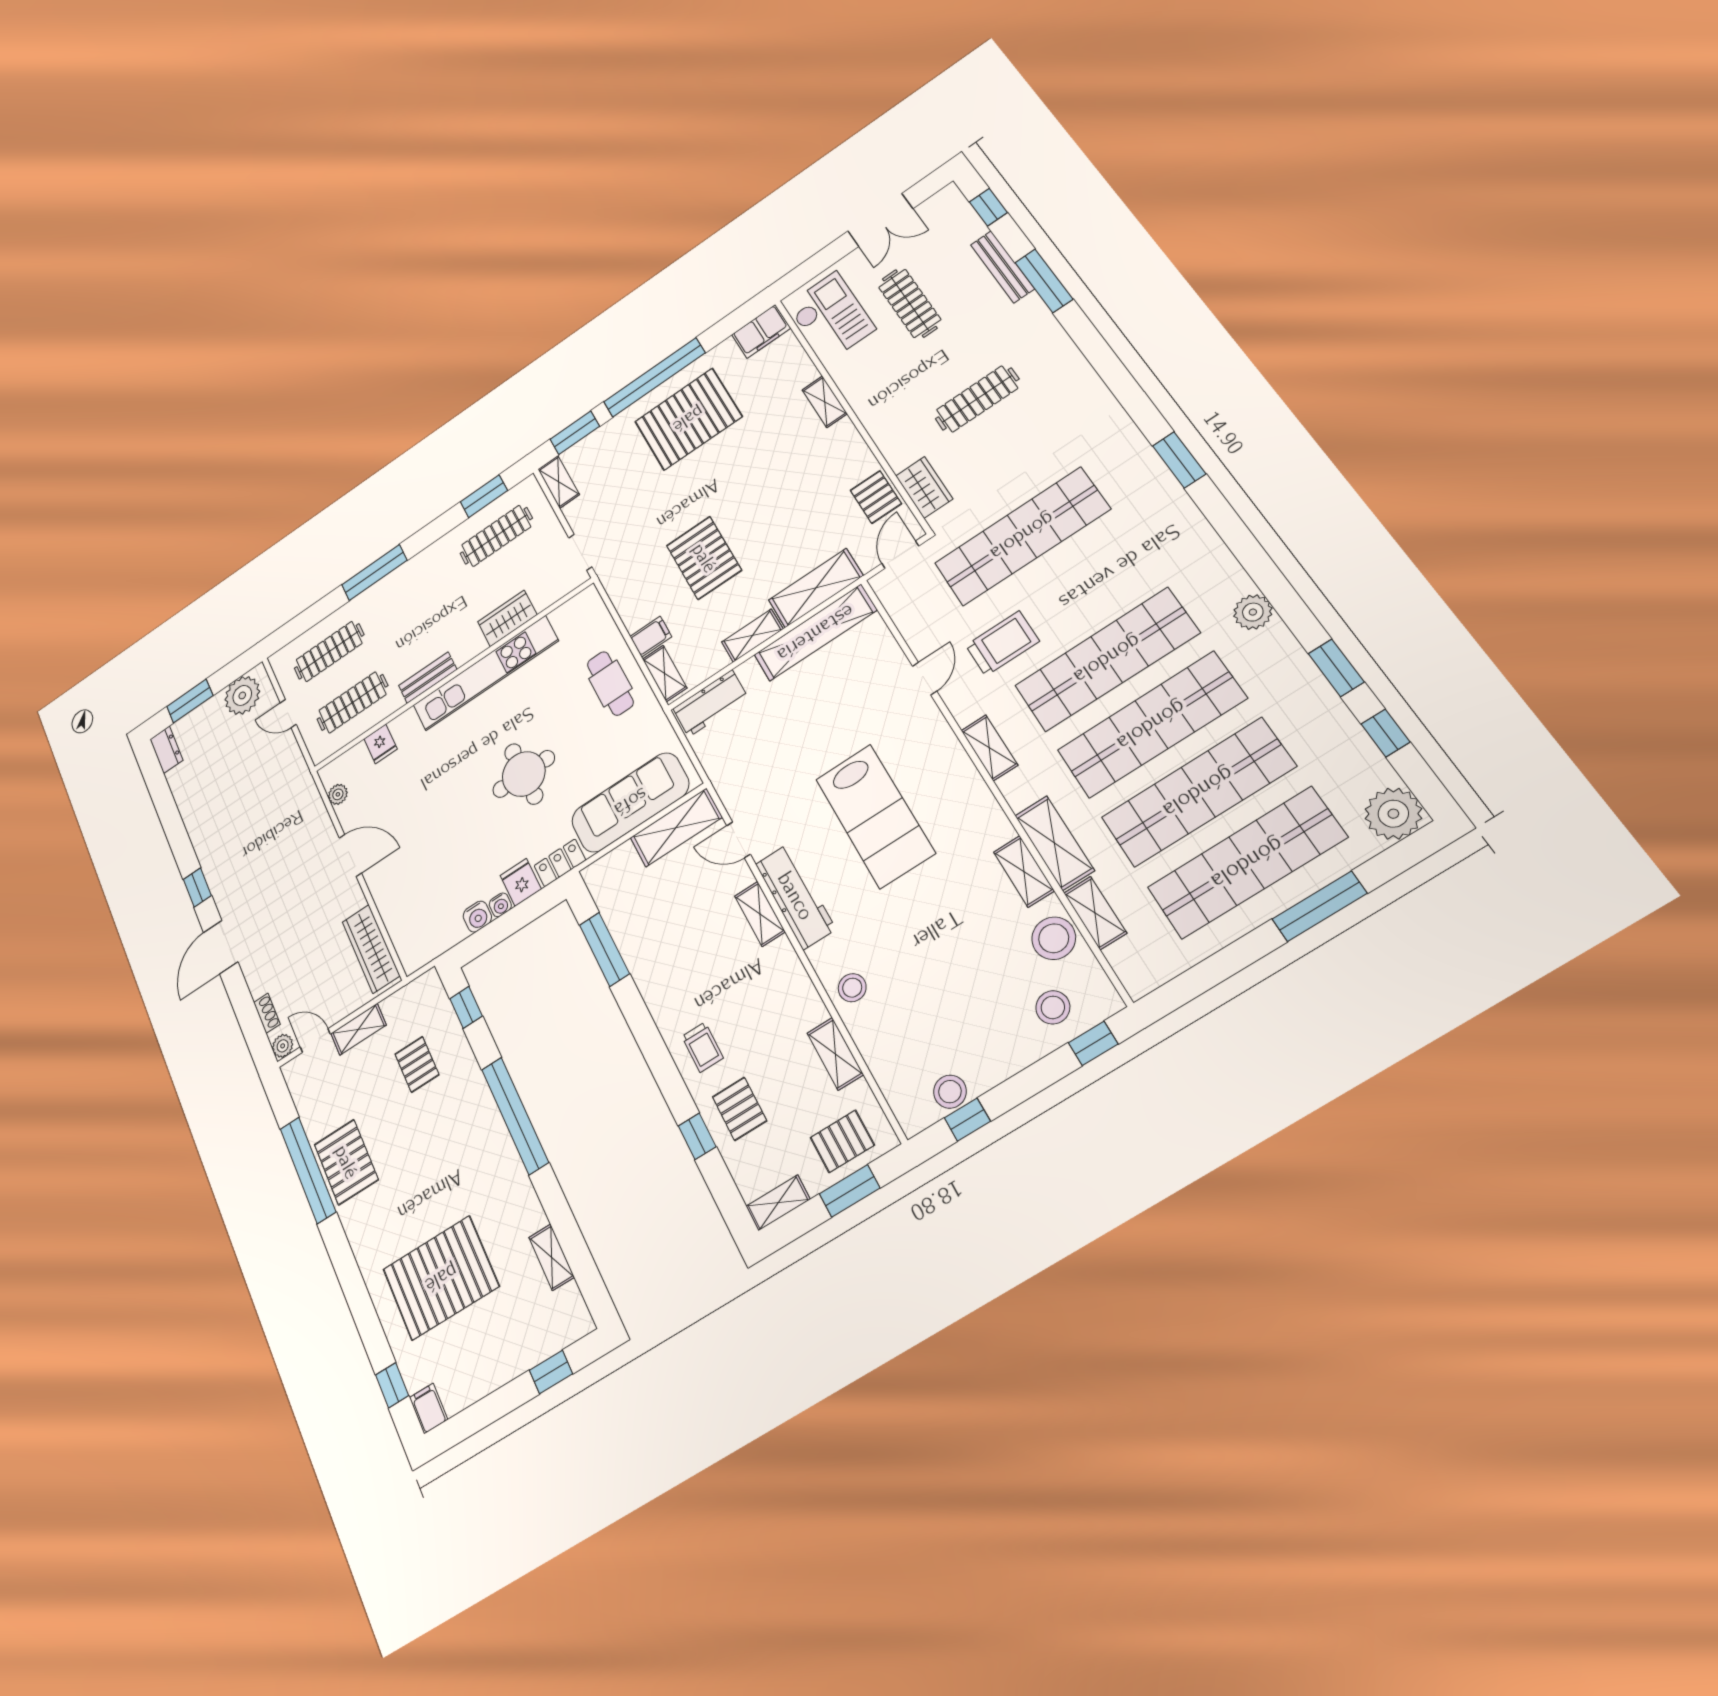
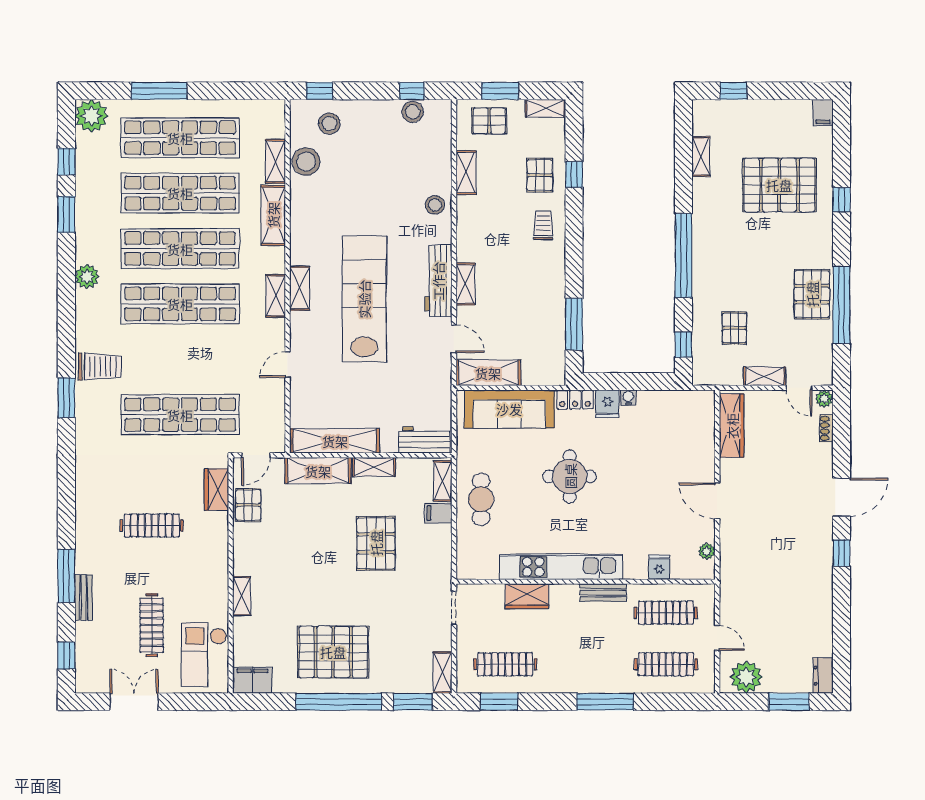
bench: (1002, 267) -> (84, 597), width x0.73
trolley: (1002, 643) -> (100, 367), moved, turned 180
lab bench: (875, 816) -> (364, 299), width x1.36
shelving: (1024, 871) -> (300, 288), moved
water cooler: (477, 917) -> (648, 400), removed
window: (392, 1385) -> (841, 200), moved

